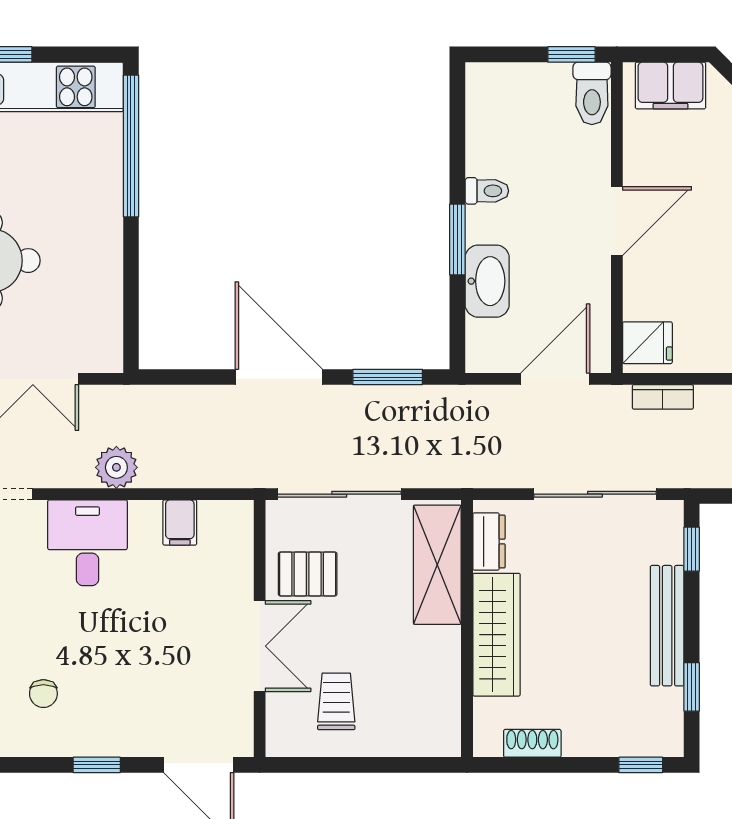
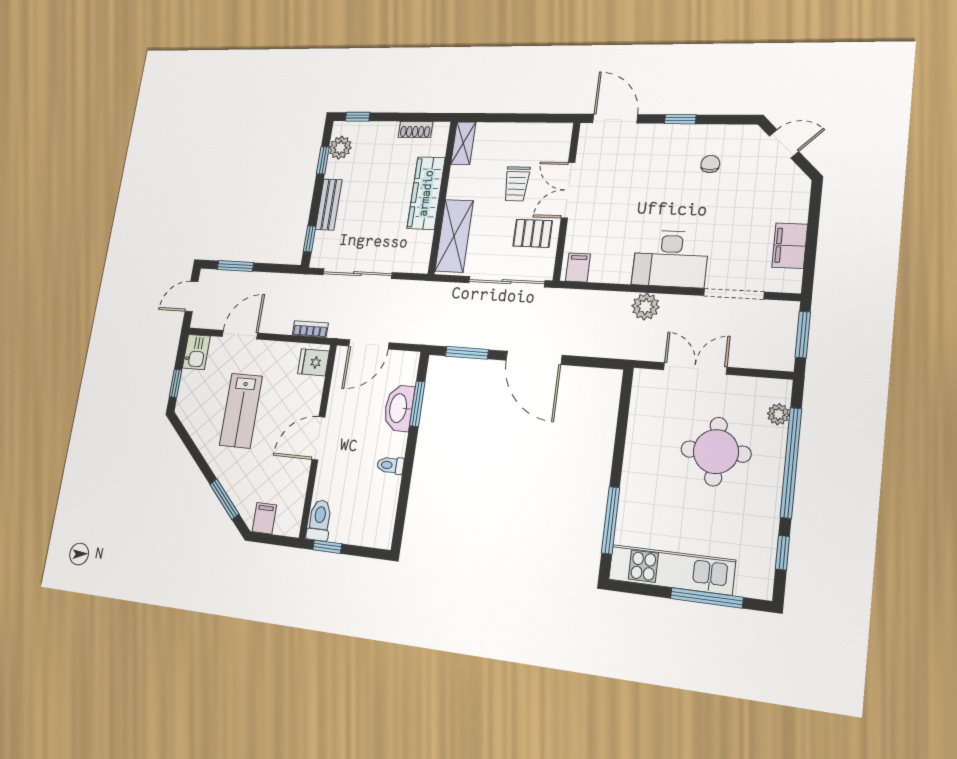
filing cabinet: (670, 86) -> (264, 518), width x0.50
window: (131, 146) -> (611, 520), width x0.68
window: (457, 240) -> (417, 404), moved
filing cabinet: (180, 522) -> (578, 267), moved
dresser: (489, 542) -> (422, 248), removed
desk: (87, 543) -> (670, 259), width x1.37
bench: (667, 626) -> (329, 205), width x0.73
trolley: (336, 701) -> (517, 184), moved
plant: (663, 710) -> (340, 148), added
shelving: (445, 721) -> (463, 143), added

